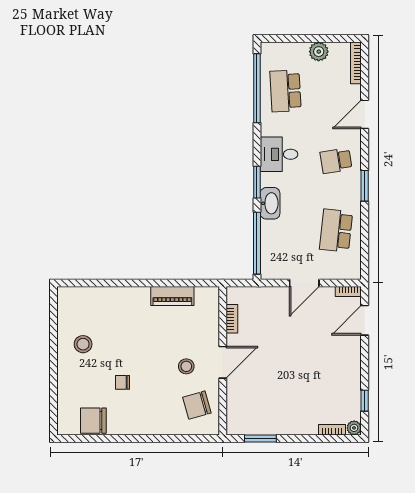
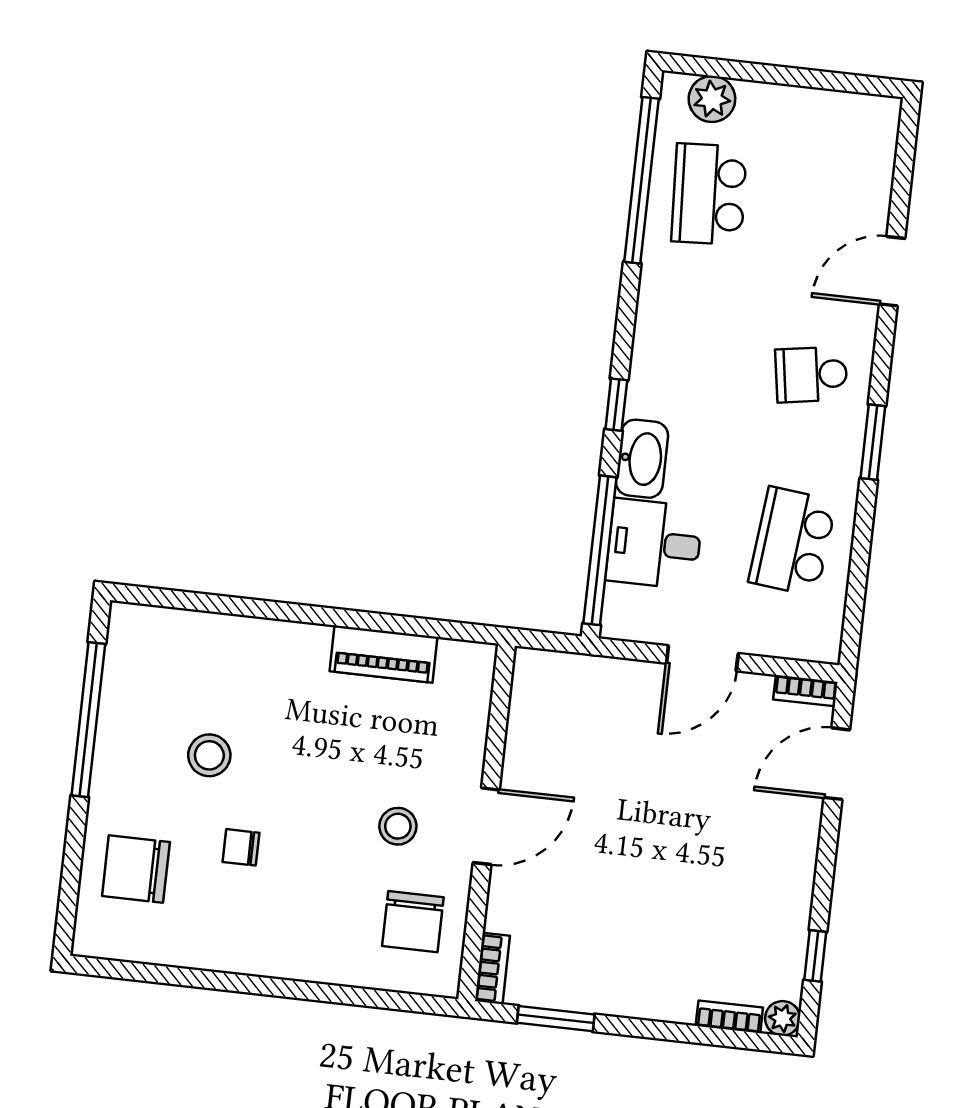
plant: (319, 52) -> (712, 99), moved
bookcase: (356, 63) -> (885, 146), removed
desk: (279, 154) -> (654, 544), moved
window: (257, 182) -> (616, 405), width x0.67
bookcase: (232, 319) -> (492, 968), moved
window: (54, 337) -> (88, 720), added
stool: (83, 344) -> (209, 755), moved
chair: (197, 405) -> (413, 922), turned -74
chair: (93, 421) -> (136, 869), moved

